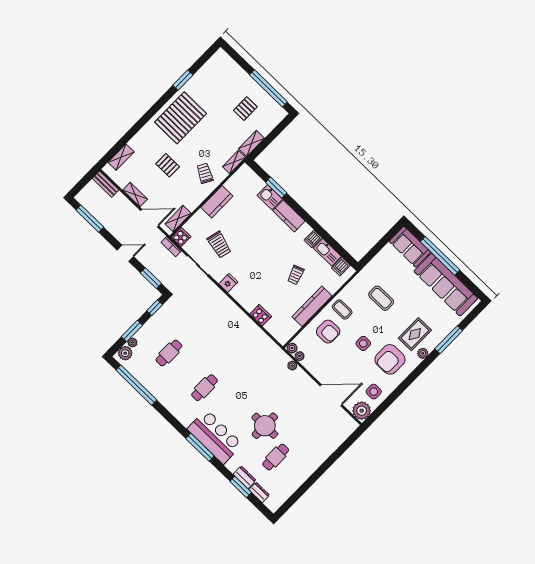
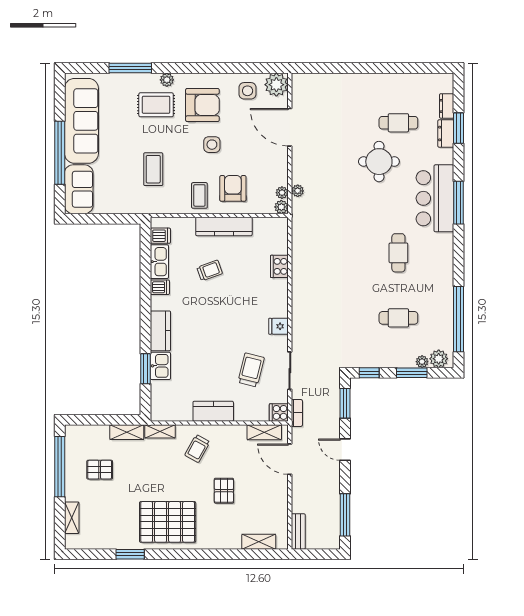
shelving: (135, 195) -> (72, 518), moved
cafe table: (205, 388) -> (398, 253), turned 90

